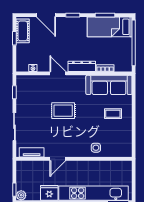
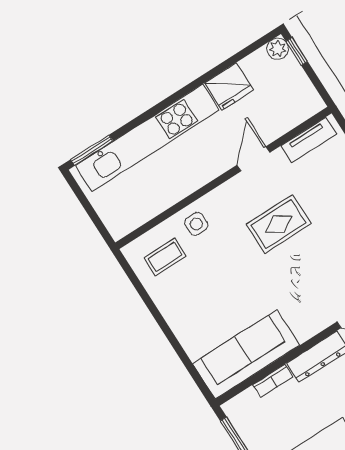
rug: (63, 111) -> (279, 224), moved
coffee table: (113, 114) -> (165, 257), moved

